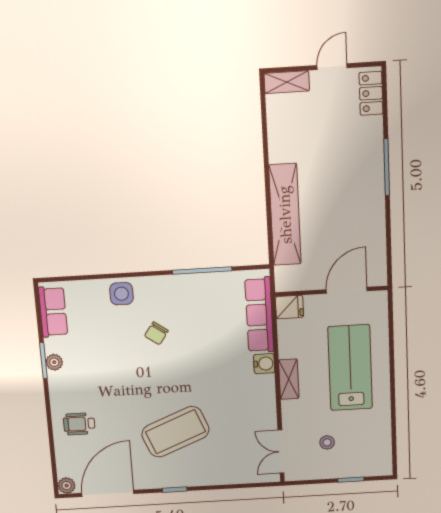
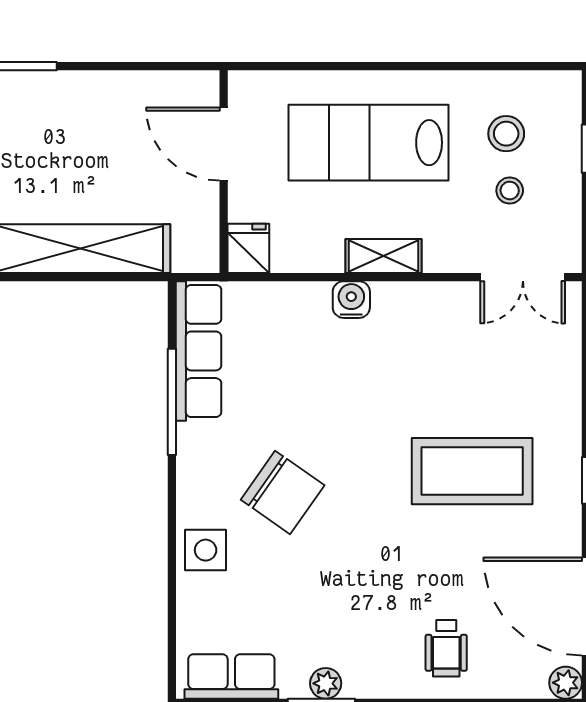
row of seats: (259, 315) -> (198, 351), moved, turned -90
chair: (156, 333) -> (283, 493), width x1.87, depth x1.87
coffee table: (175, 432) -> (472, 471), turned -68
stool: (358, 439) -> (506, 134), added

